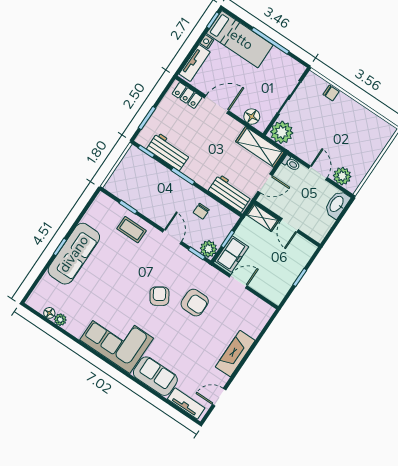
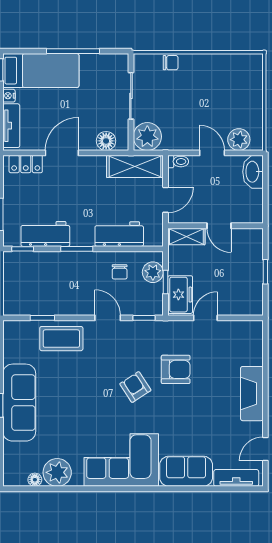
workbench: (230, 193) -> (119, 234), moved
coffee table: (132, 230) -> (61, 339), width x1.36, depth x1.30
plant: (209, 249) -> (153, 272), moved
plant: (60, 320) -> (57, 472), width x1.88, depth x1.88

